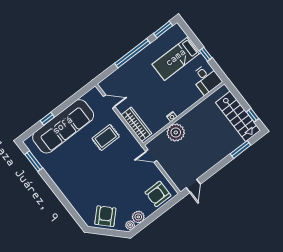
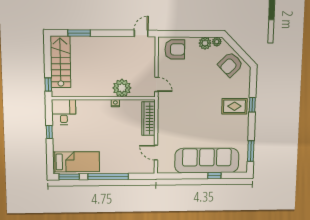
bed: (176, 58) -> (76, 162), moved
window: (252, 115) -> (48, 84), moved
rug: (106, 137) -> (234, 106), moved
window: (62, 199) -> (252, 105), added

